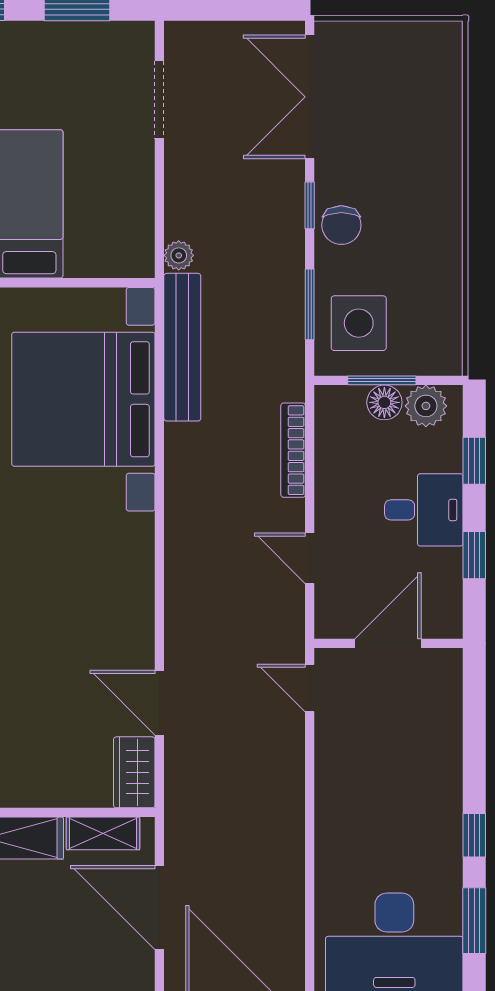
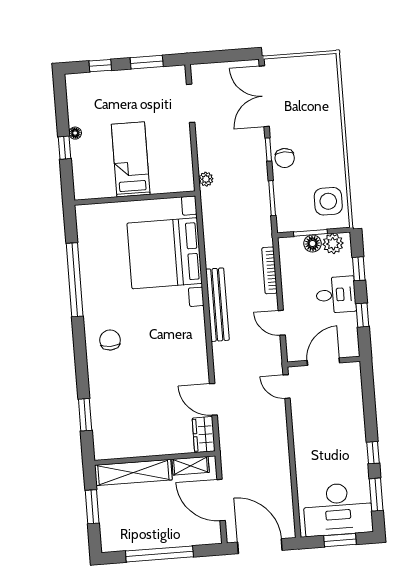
side table: (359, 323) -> (328, 201), moved
bench: (182, 347) -> (217, 305), moved

